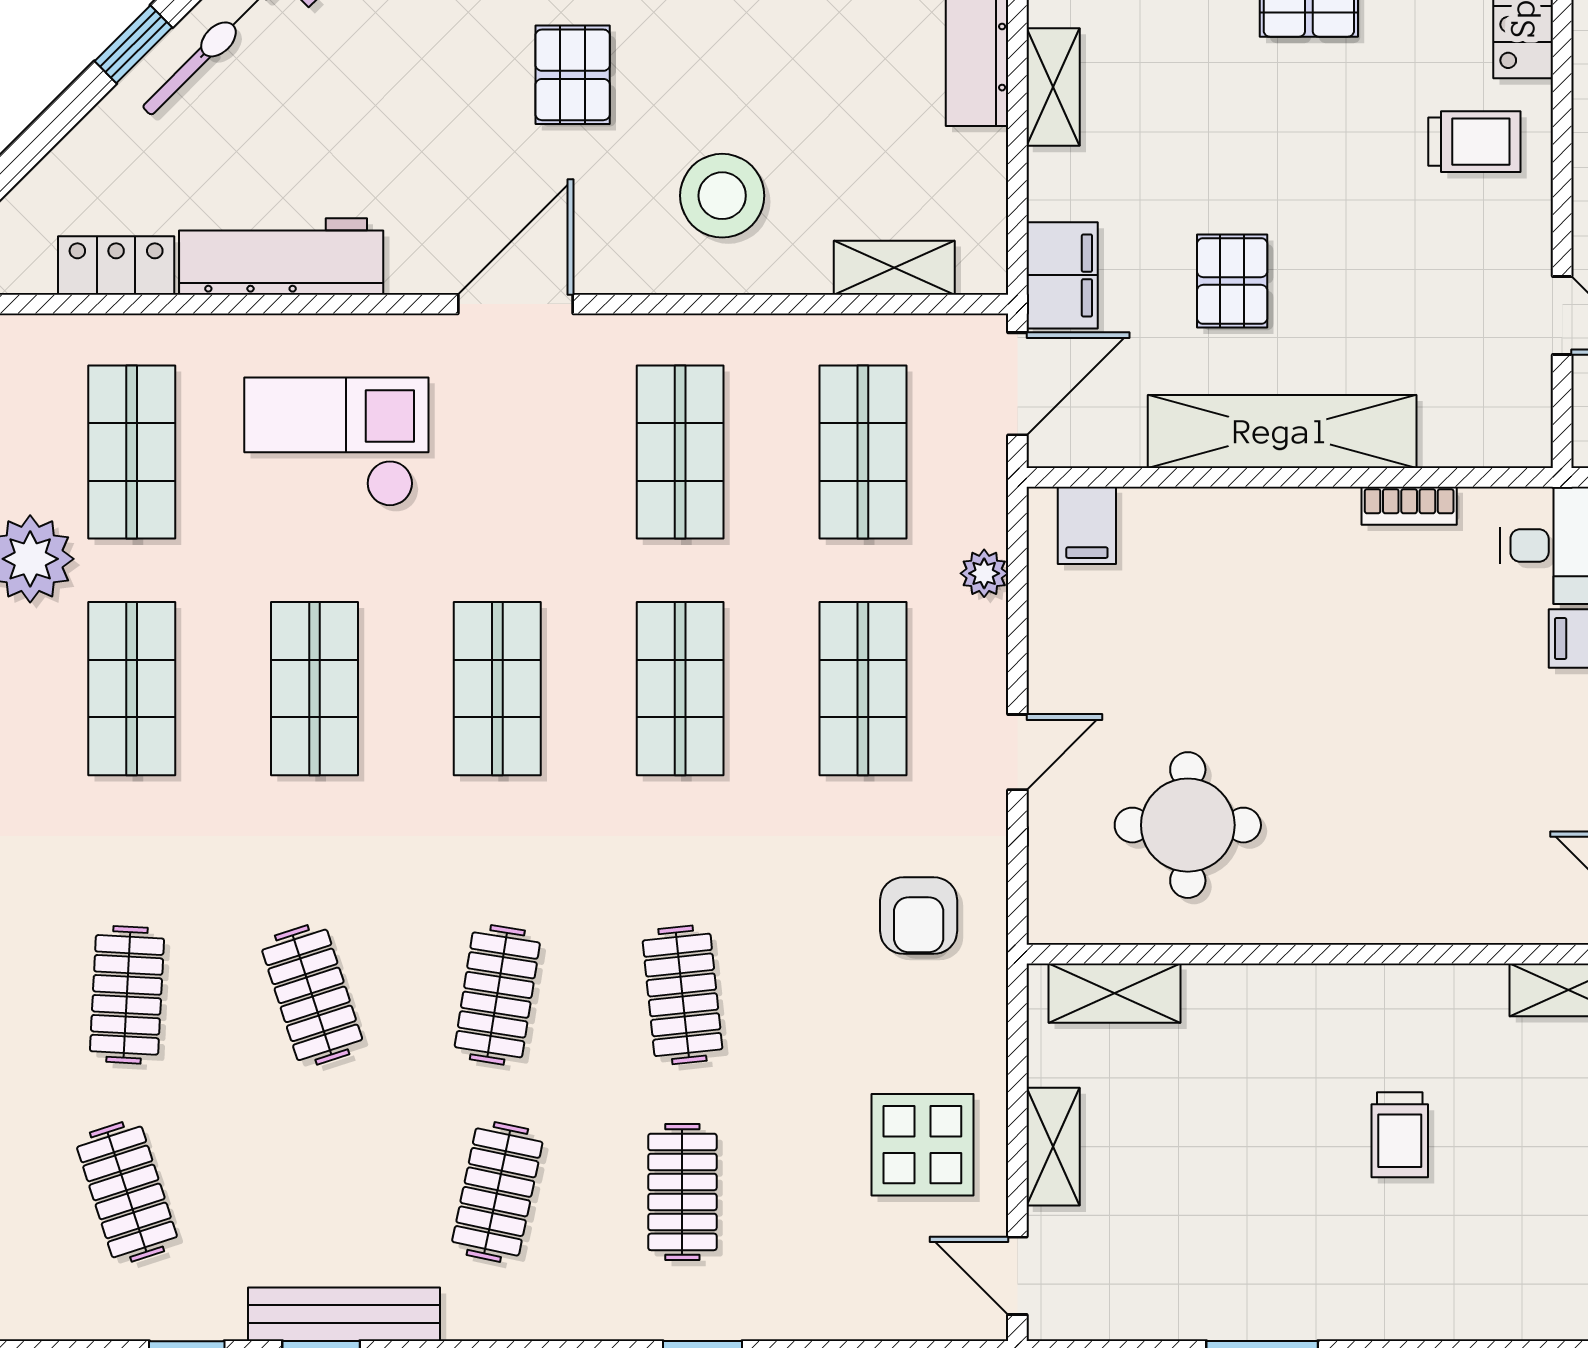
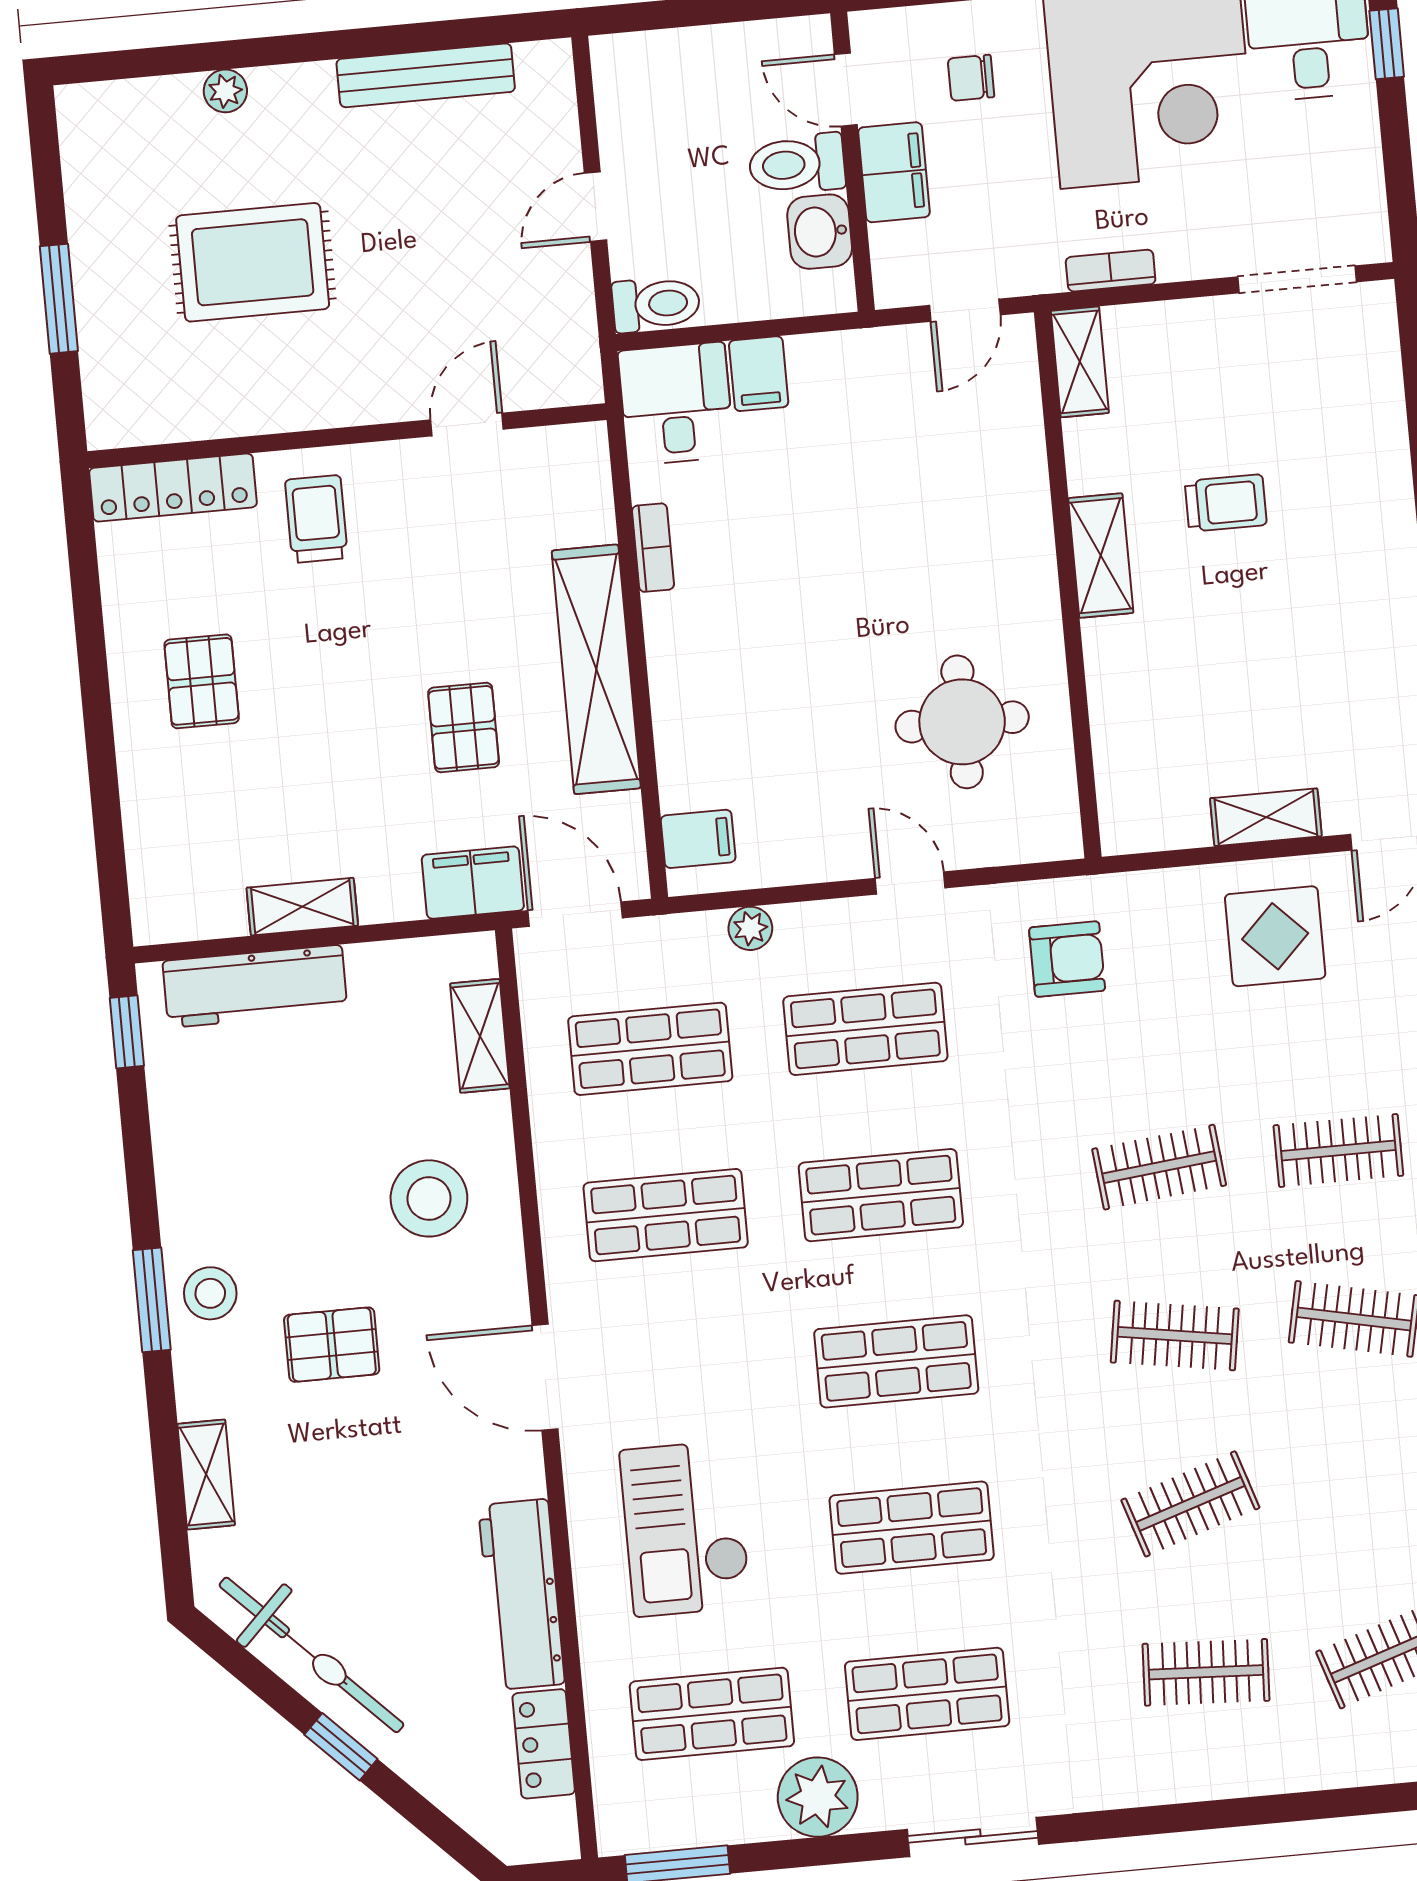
pallet: (1232, 281) -> (464, 727), turned 90
shelving: (1114, 993) -> (1101, 556), moved

